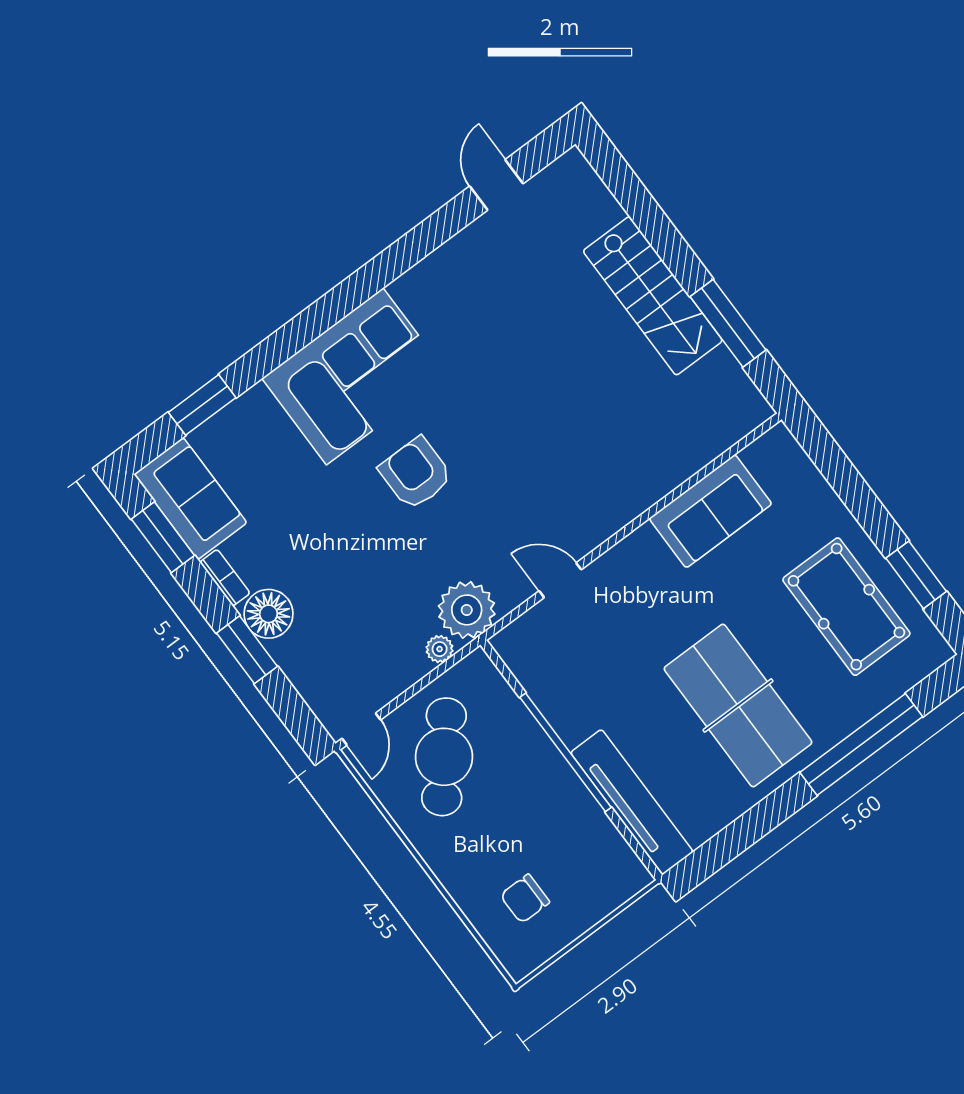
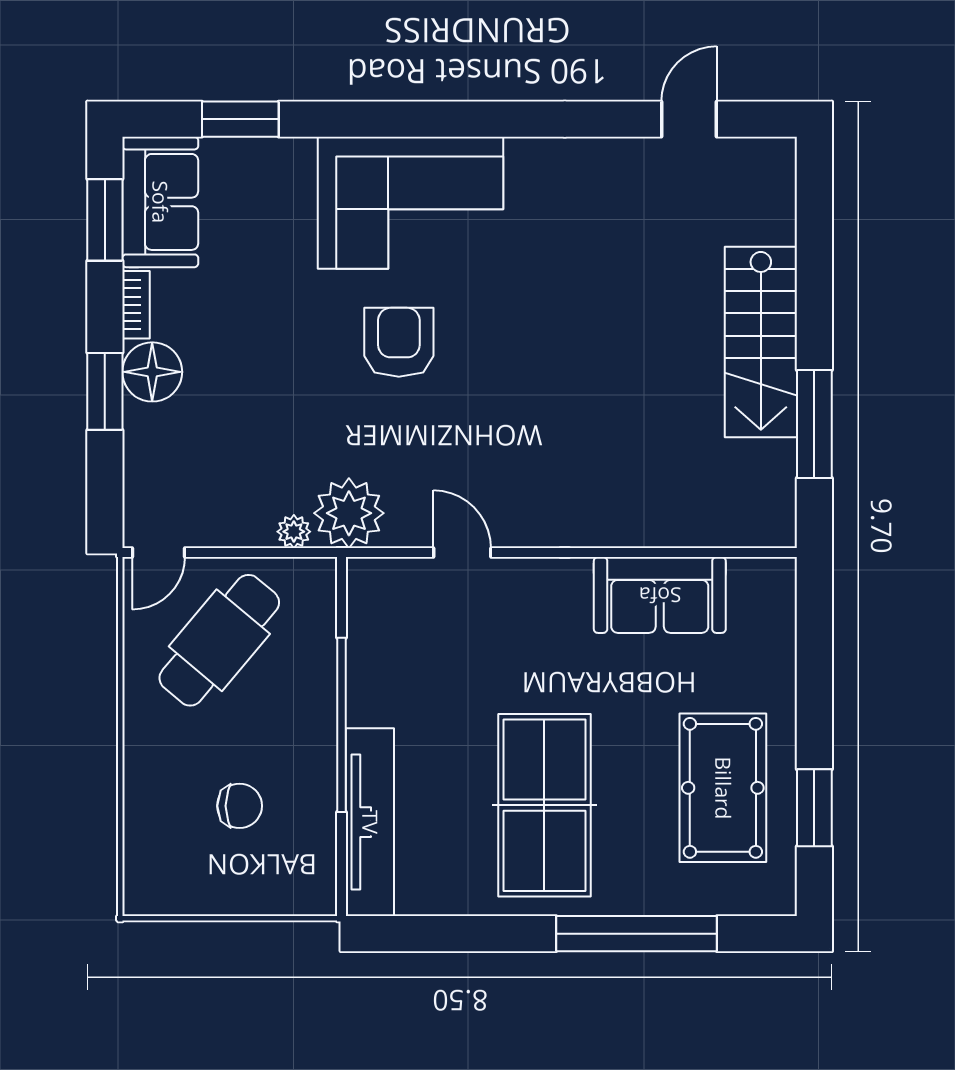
chair: (525, 899) -> (240, 806), moved, turned 180

